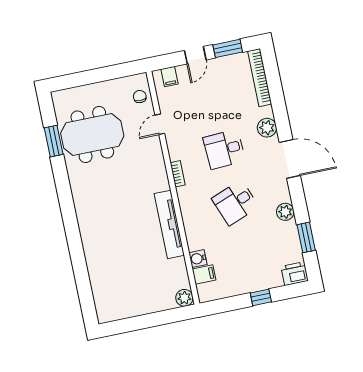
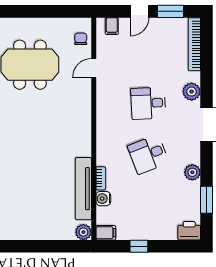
bookcase: (178, 174) -> (101, 178), moved
tv unit: (169, 224) -> (83, 189), moved
filing cabinet: (204, 274) -> (106, 233), moved
window: (261, 297) -> (139, 246), moved

